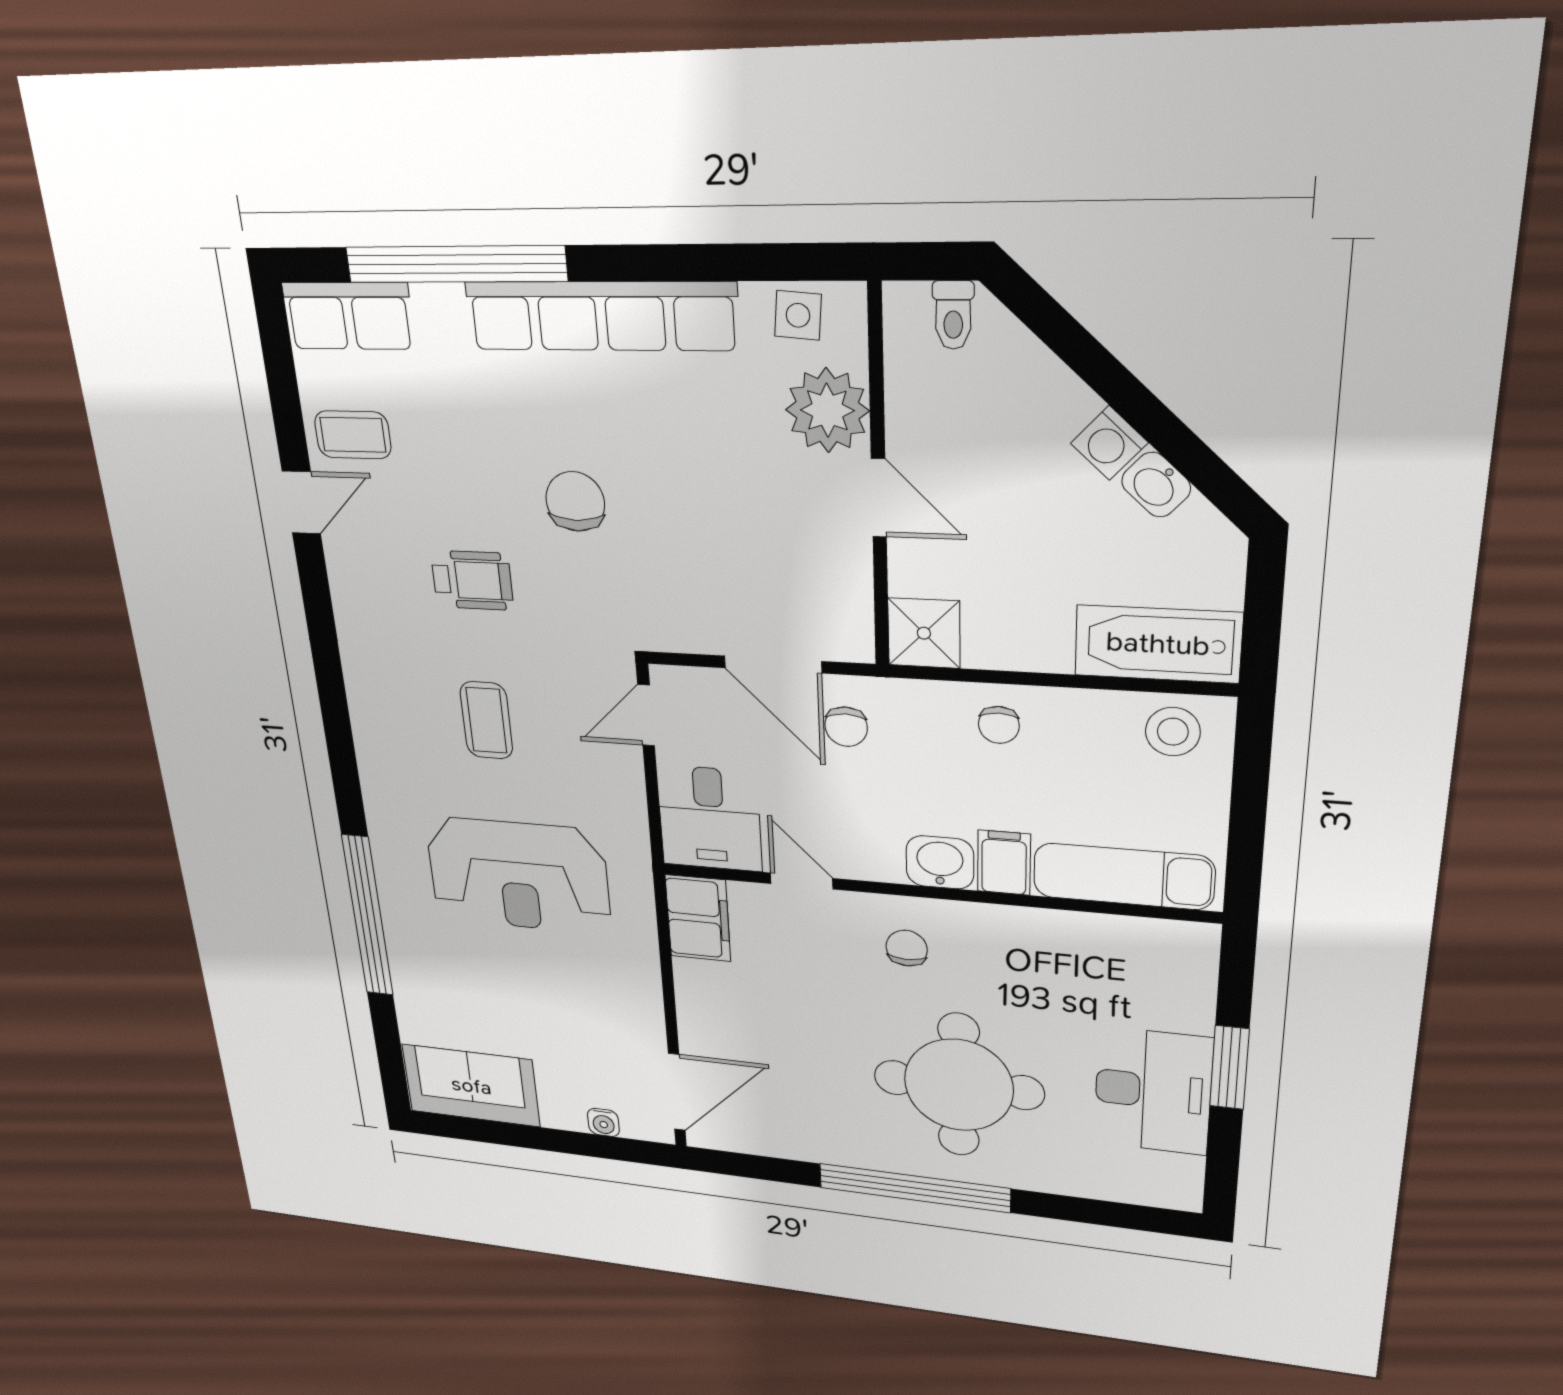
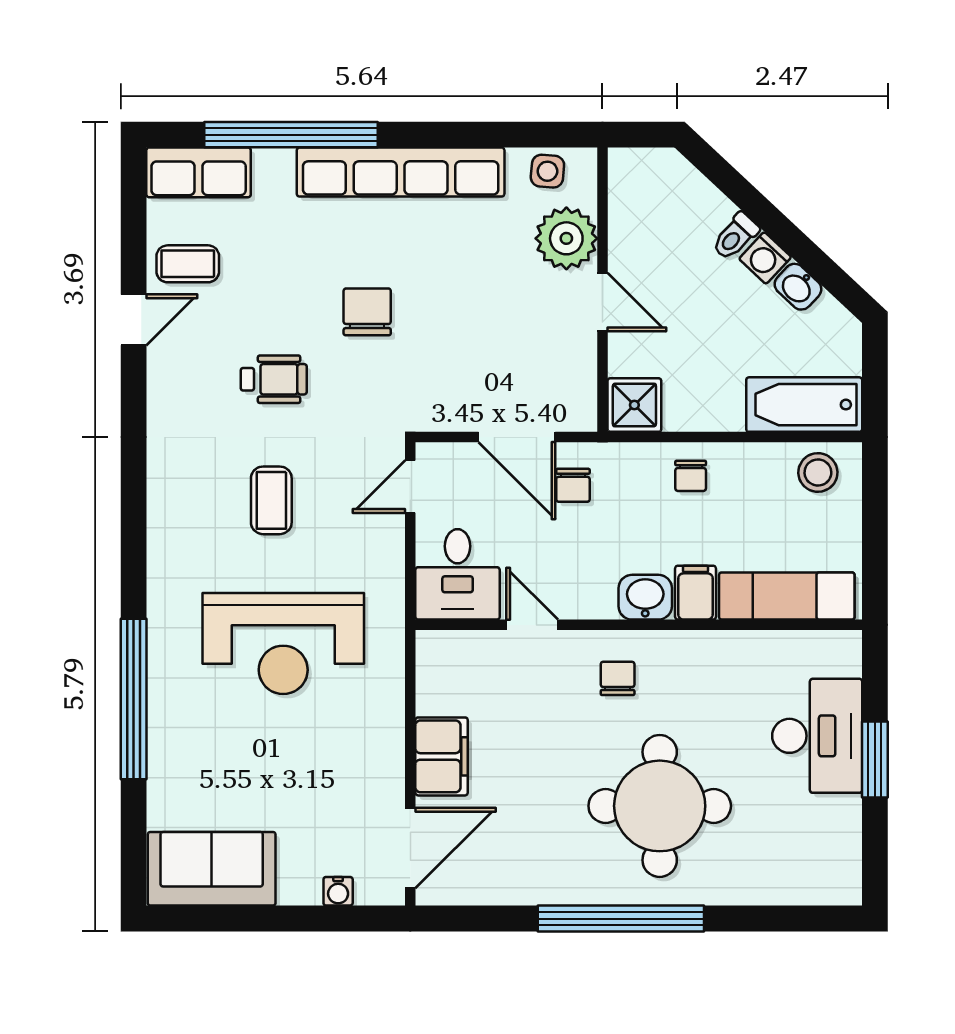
toilet: (953, 315) -> (735, 236), moved, turned 43
filing cabinet: (698, 918) -> (442, 756), moved
desk: (1153, 1091) -> (817, 736), moved

